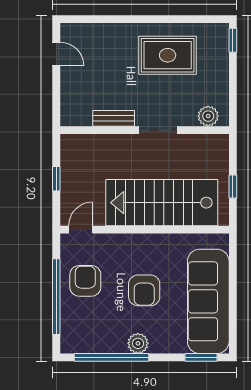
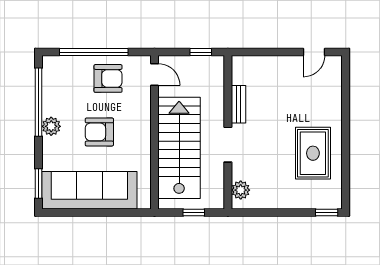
plant: (208, 116) -> (241, 190), moved
bench: (114, 118) -> (239, 104), moved
wall: (145, 130) -> (228, 132), moved
doorway: (158, 130) -> (228, 145), moved

